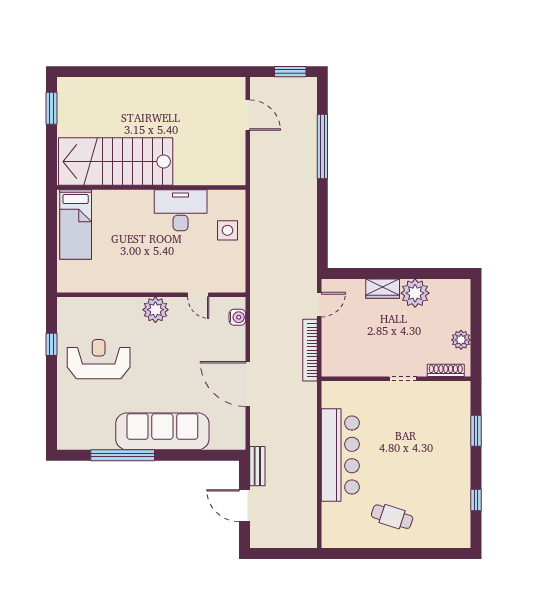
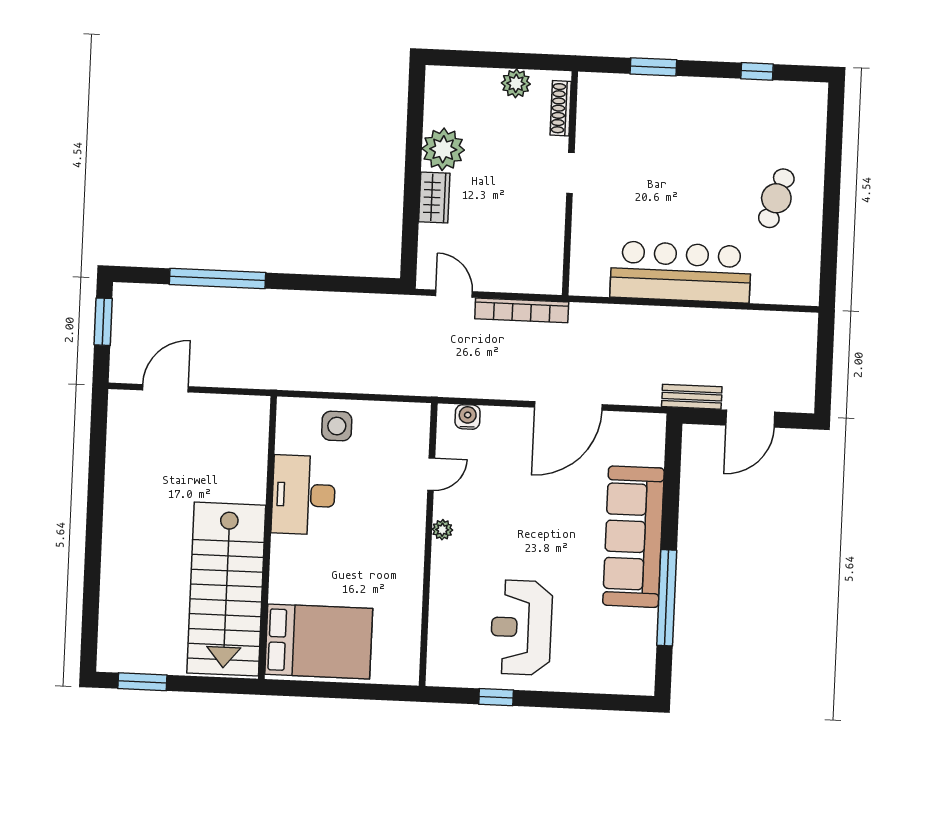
bed: (76, 225) -> (319, 641), width x1.50
plant: (155, 310) -> (442, 530), width x0.53, depth x0.53

